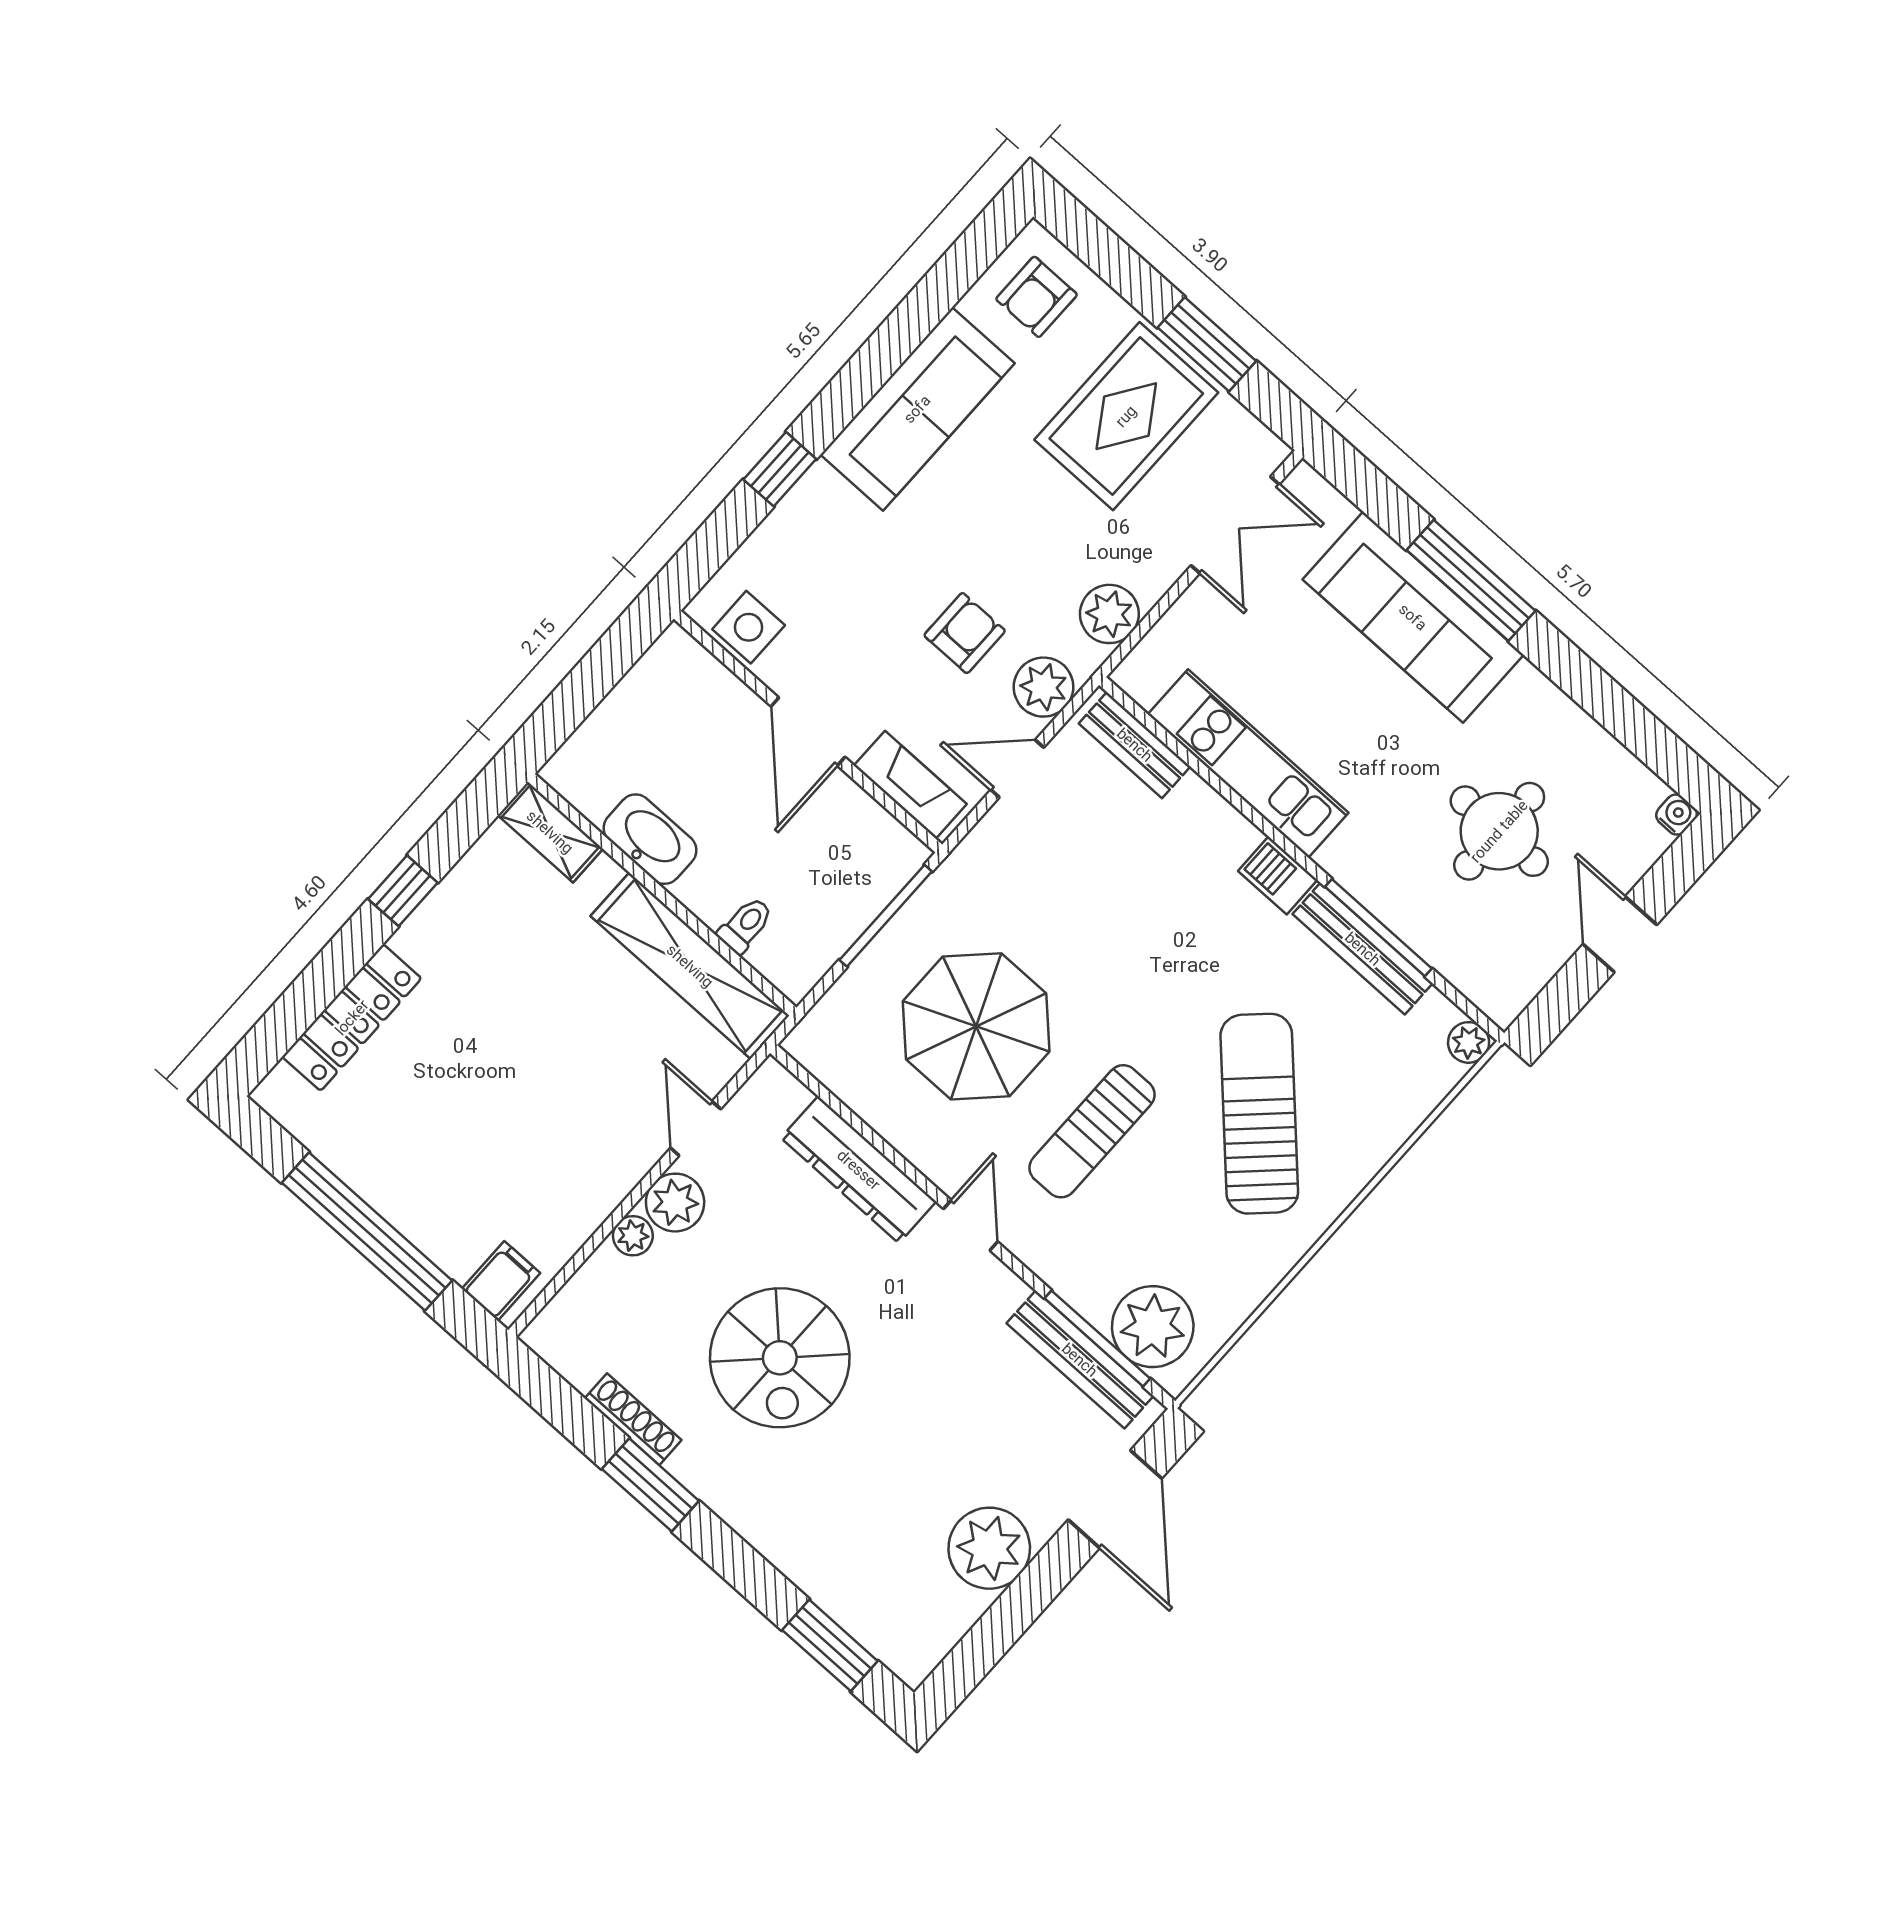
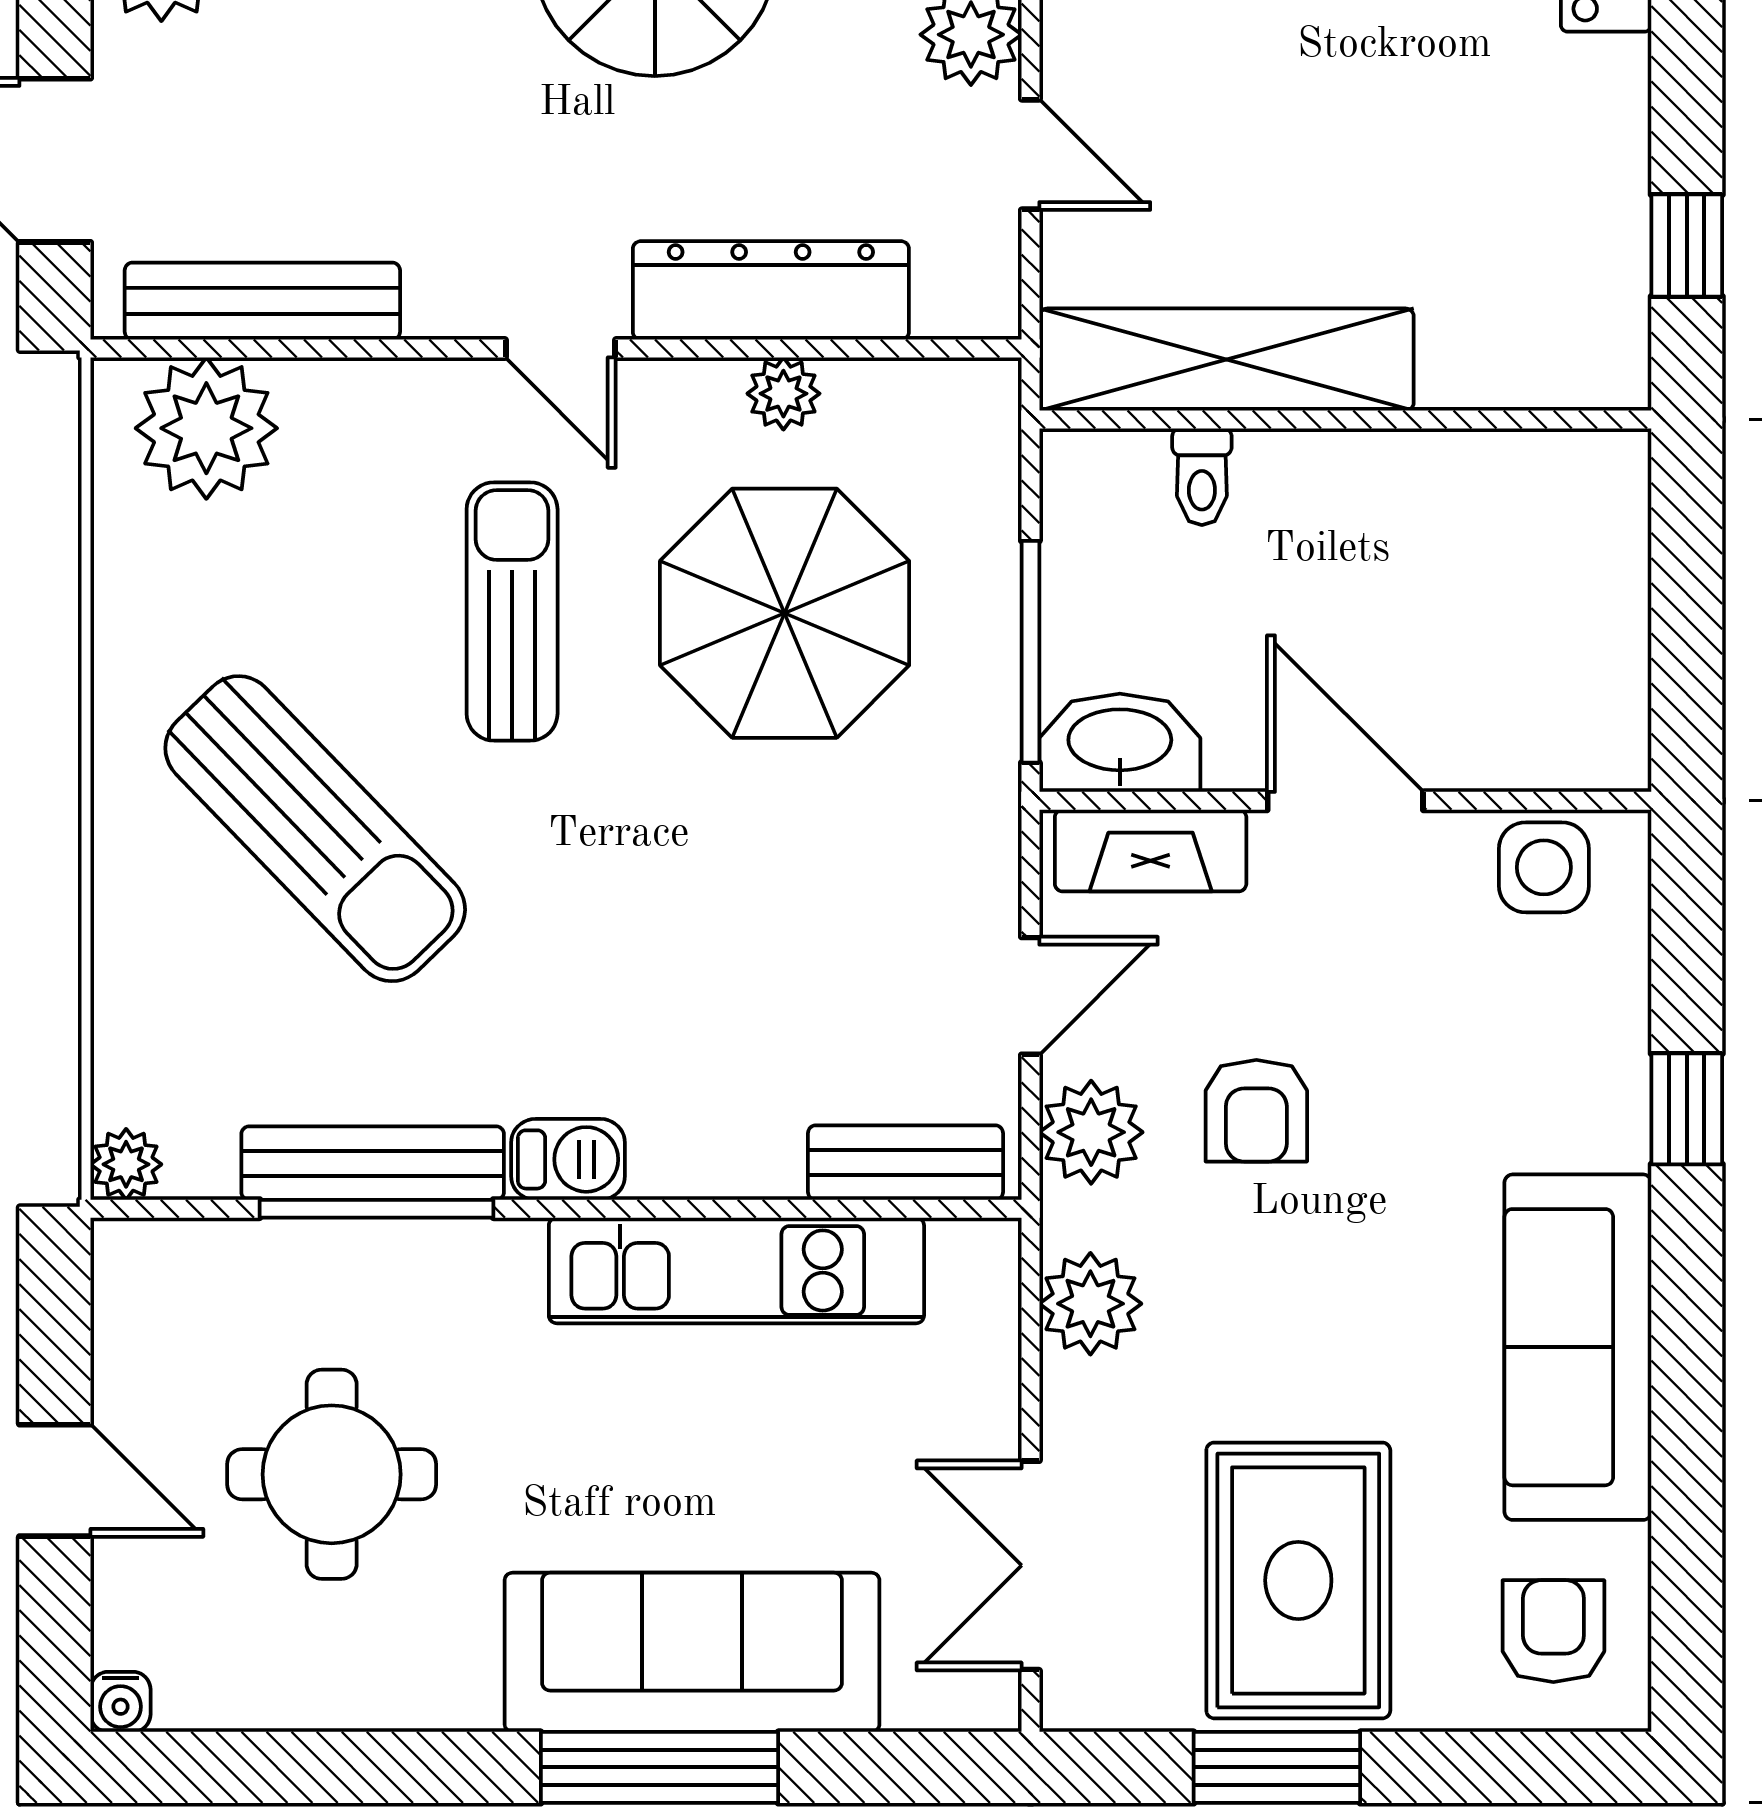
shelving: (550, 832) -> (1563, 371), removed
washbasin: (650, 839) -> (1120, 743), moved, turned 180
window: (403, 891) -> (1687, 246), moved
plant: (893, 1121) -> (783, 394), added
window: (1097, 1338) -> (265, 348), removed

